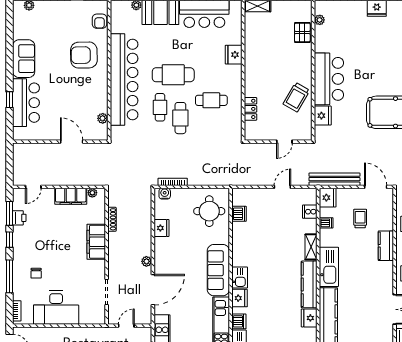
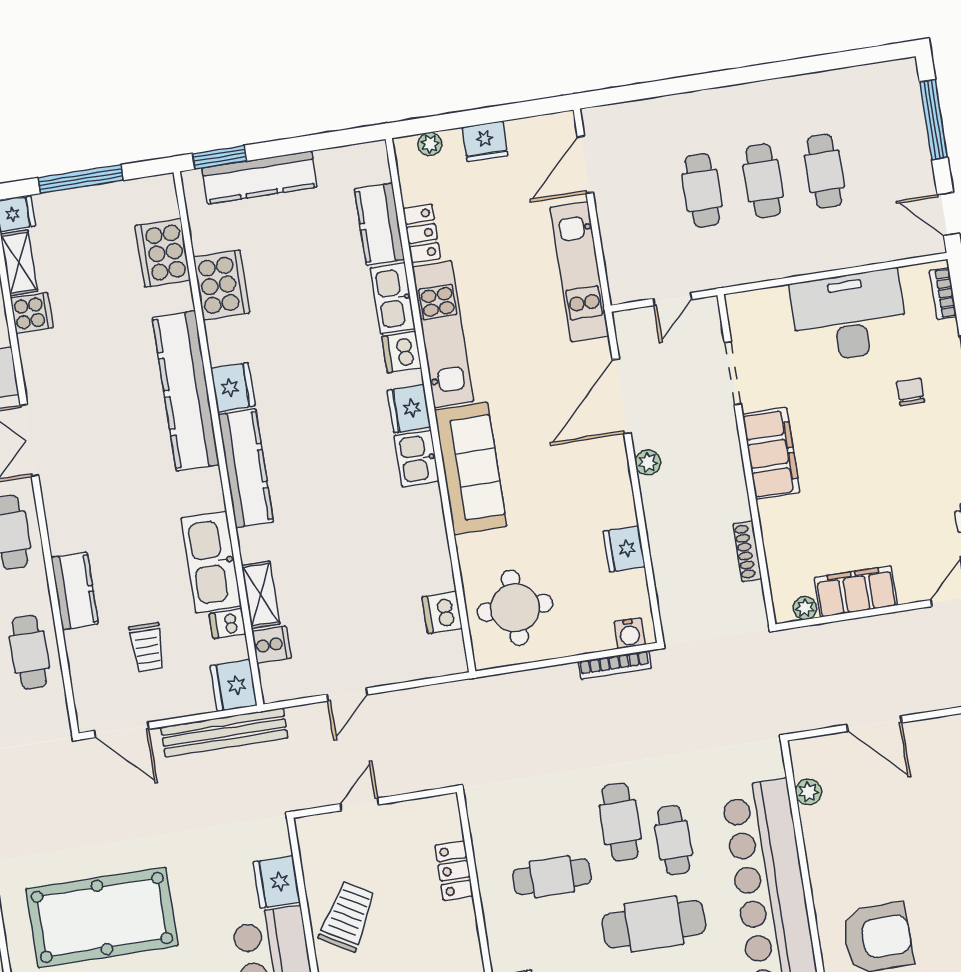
filing cabinet: (96, 242) -> (771, 453), moved
shelving: (311, 247) -> (261, 595), moved
kitchen sink: (329, 267) -> (211, 562), moved

